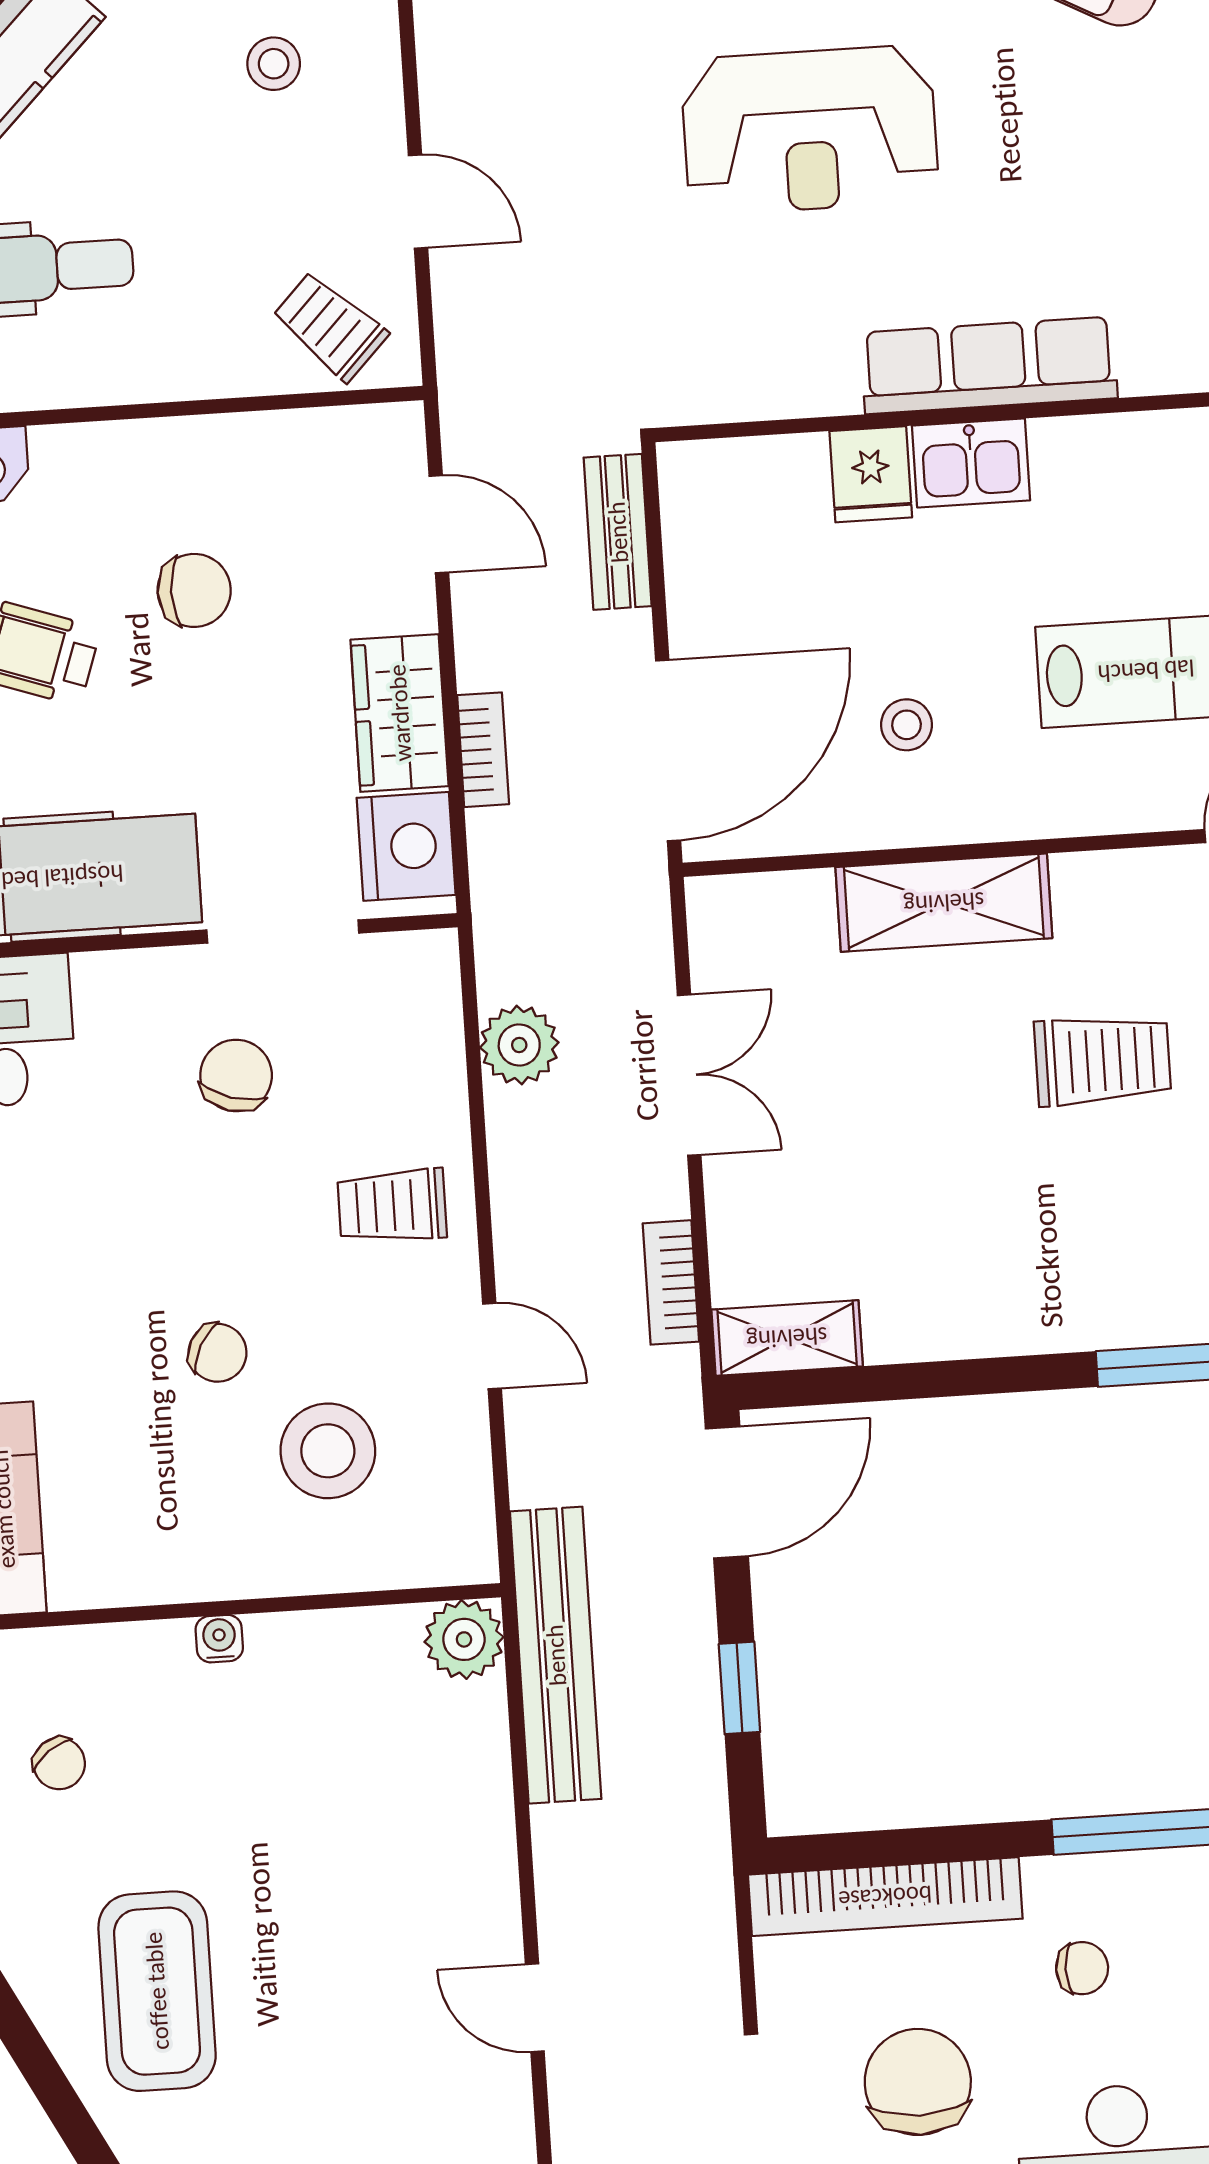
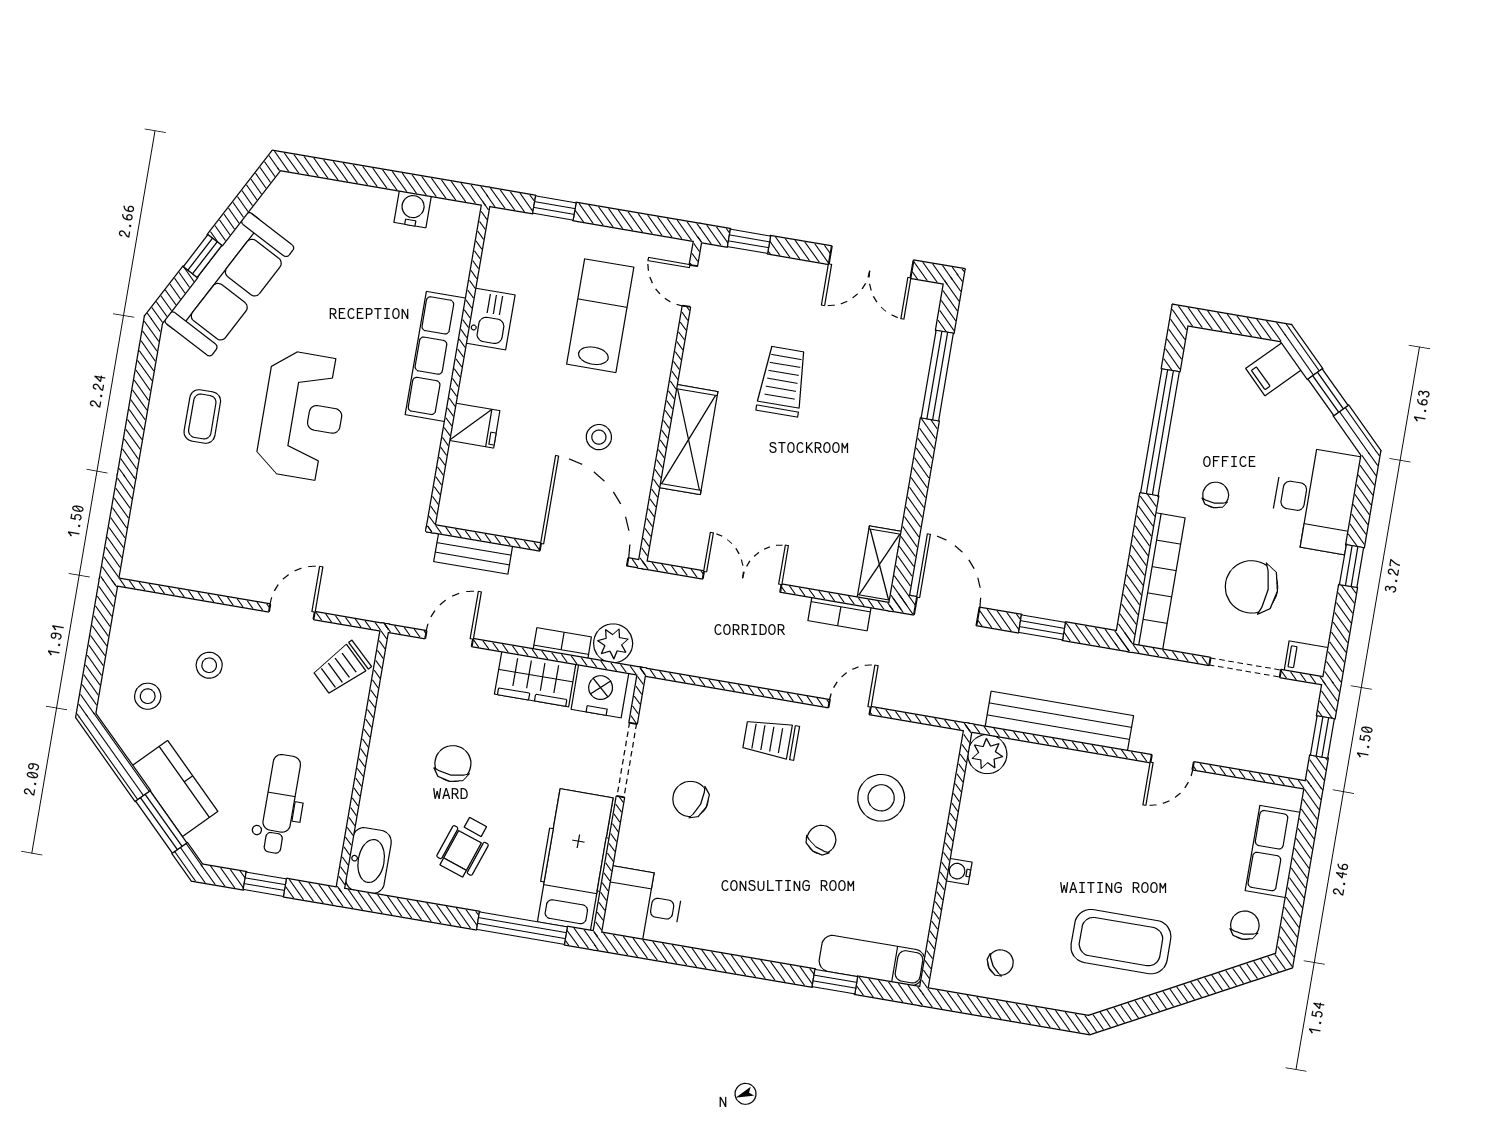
kitchen sink: (971, 463) -> (490, 319), moved
plant: (519, 1045) -> (613, 643), moved
trolley: (392, 1206) -> (771, 739), turned 90
bench: (556, 1655) -> (1059, 721), moved

